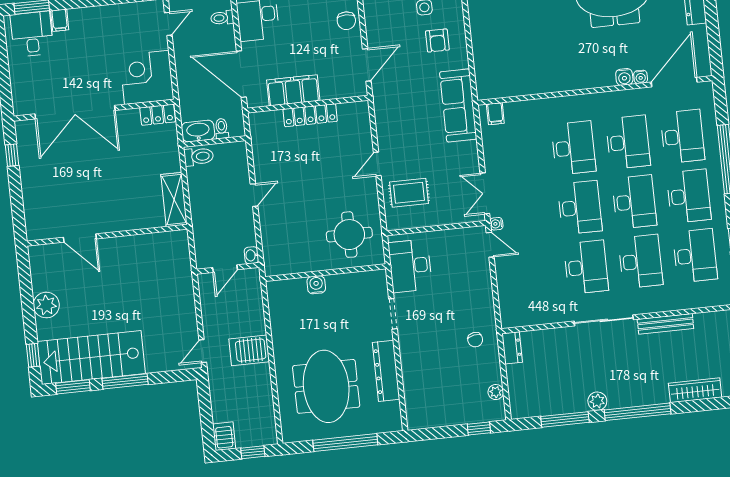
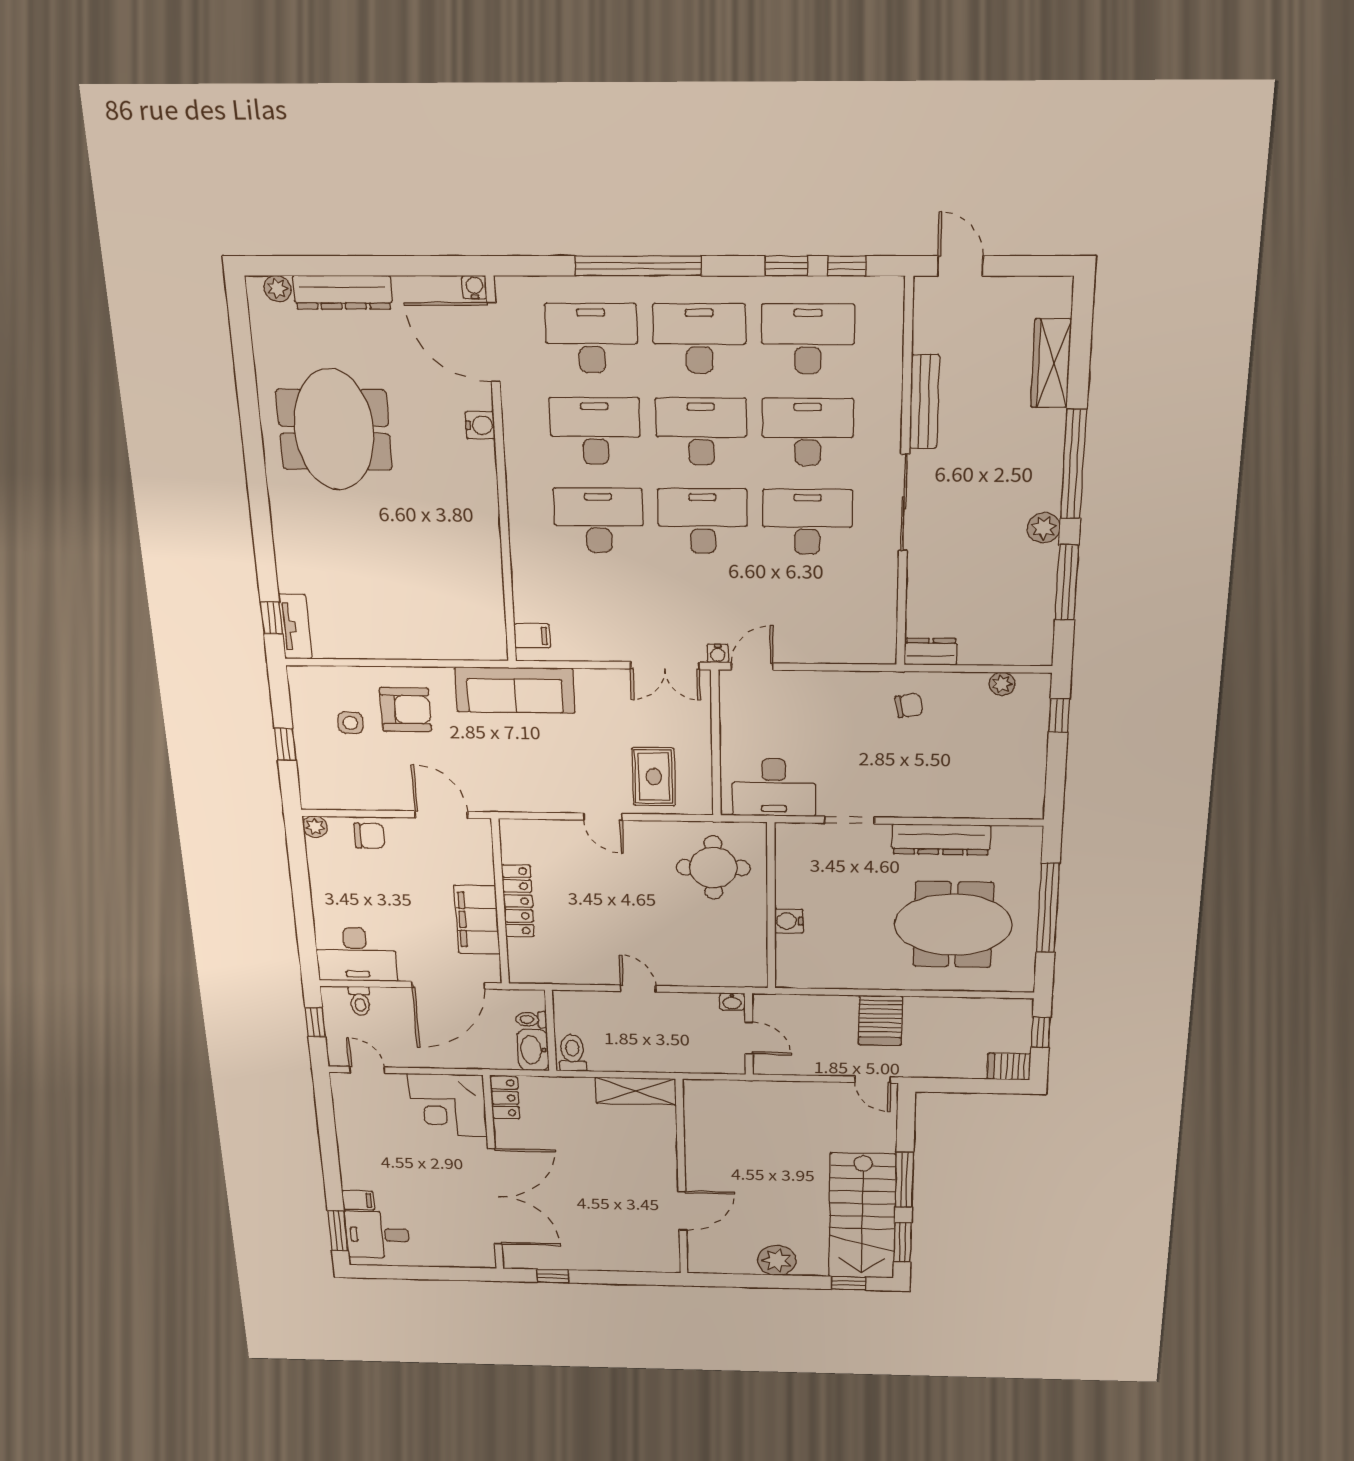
armchair: (437, 40) -> (406, 710), width x1.38, depth x1.38
water cooler: (641, 77) -> (474, 287), moved, turned -90

